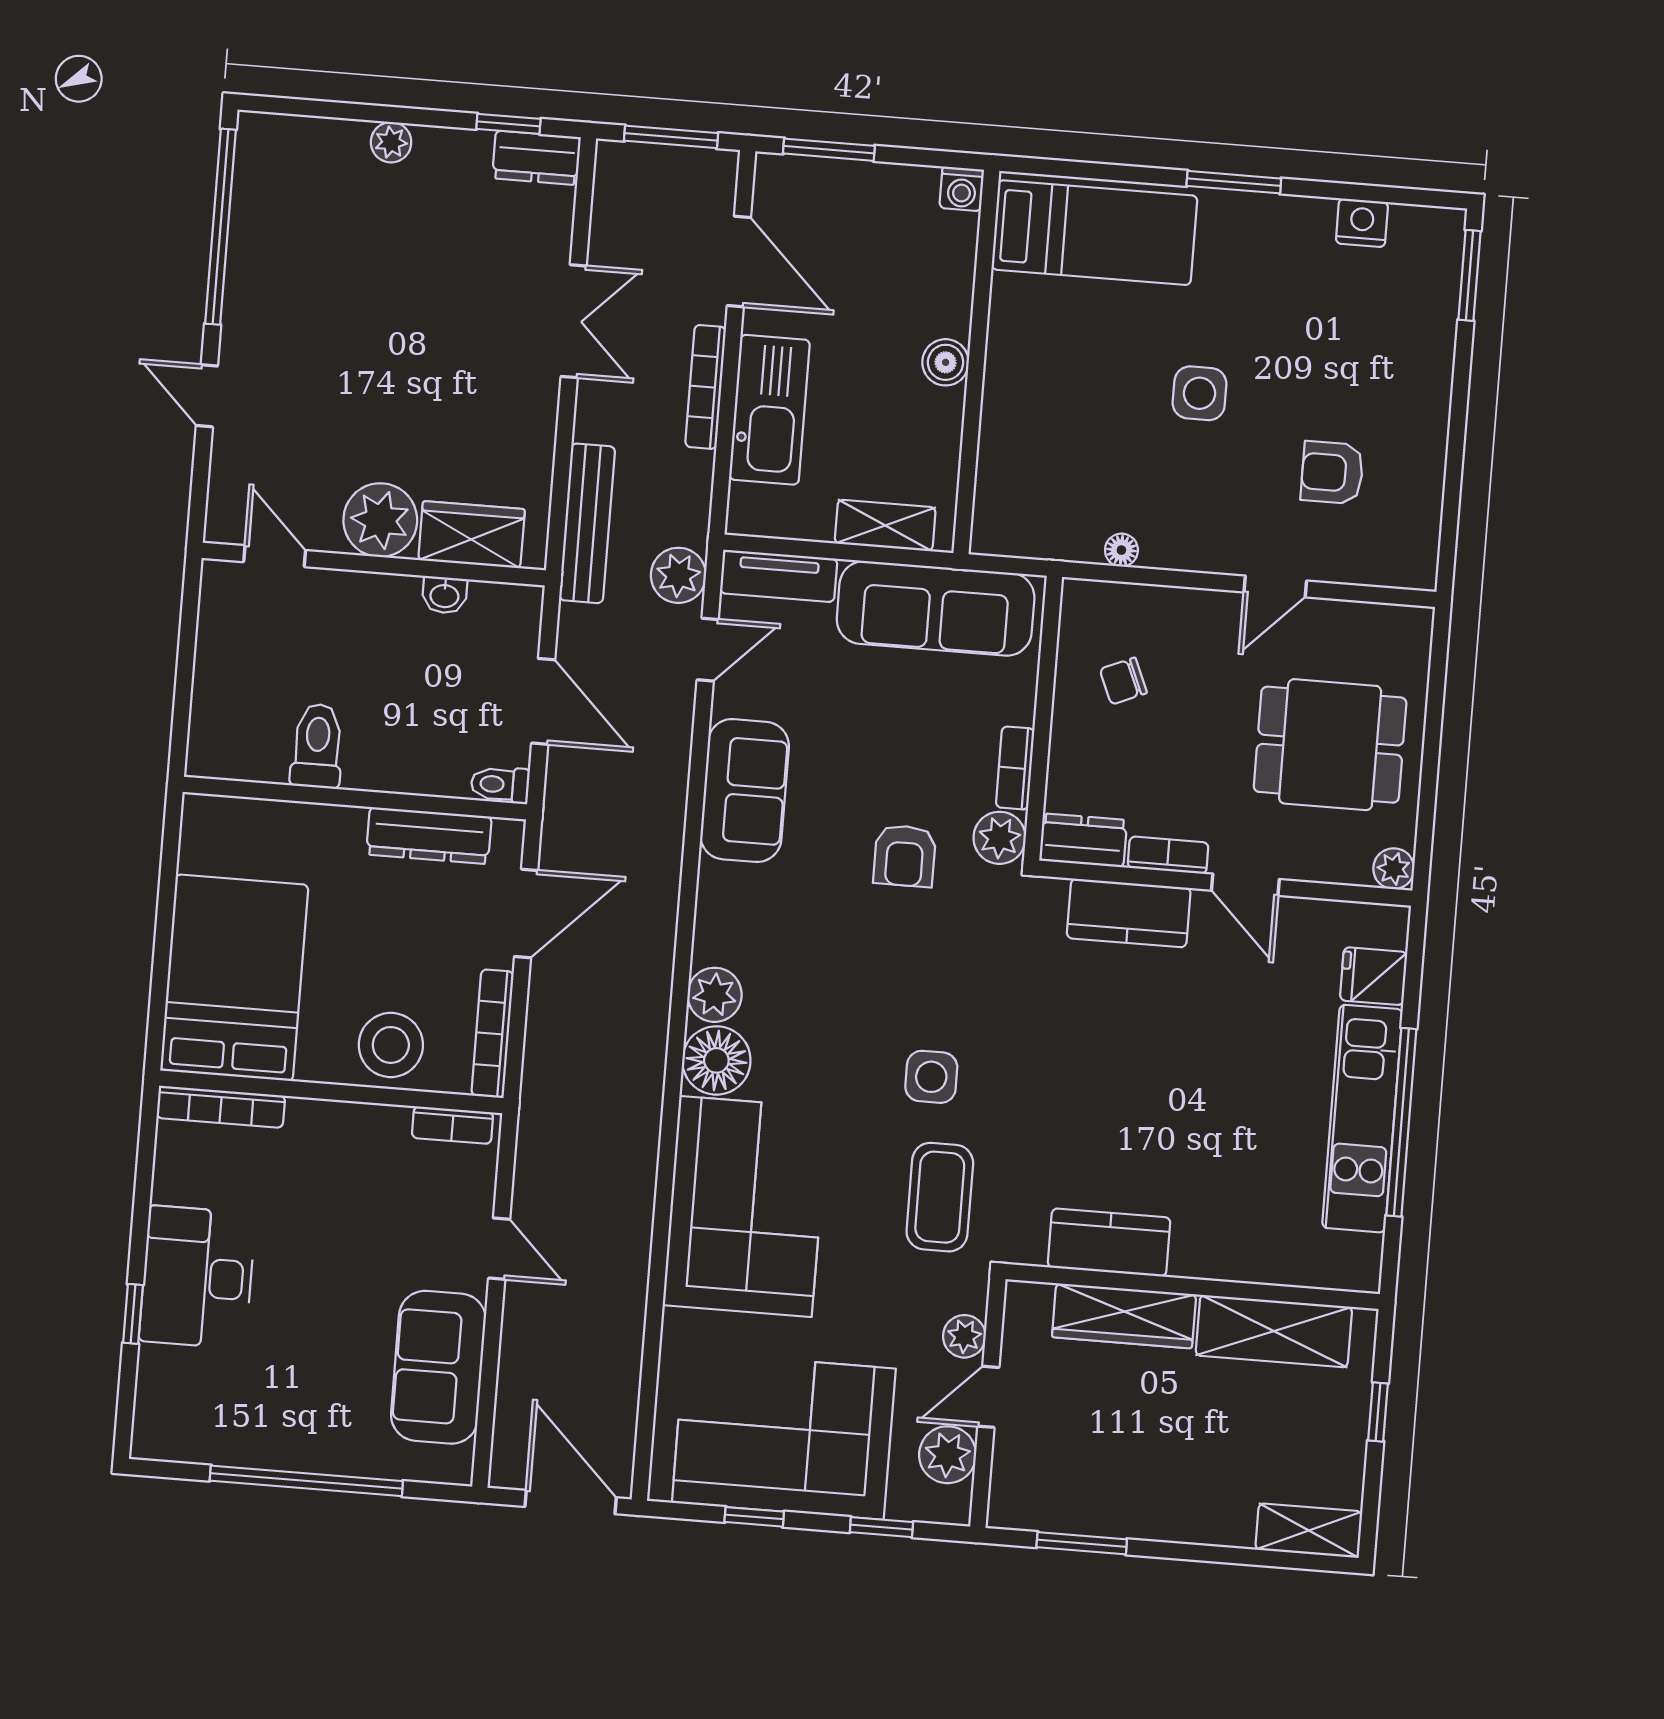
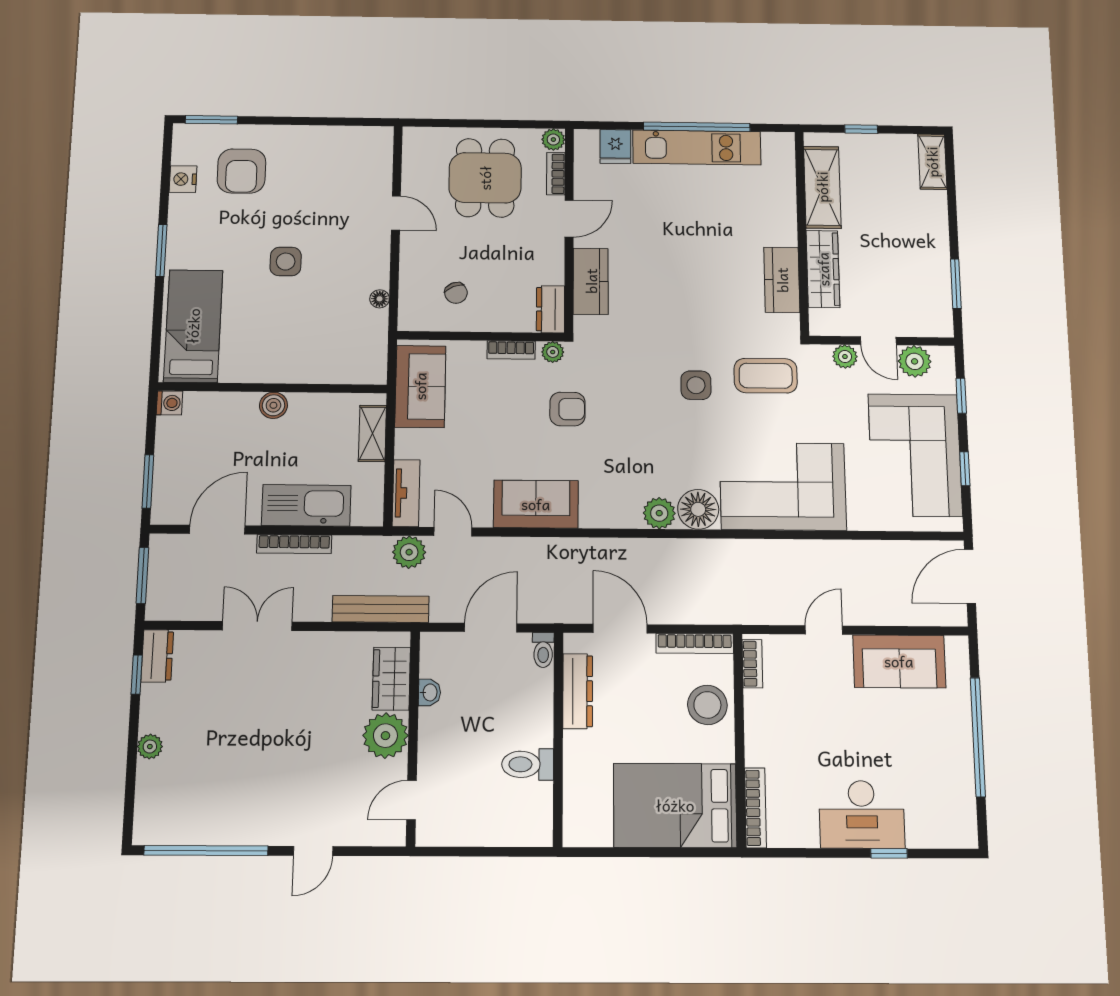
armchair: (1332, 473) -> (241, 171), moved, width x1.38, depth x1.38
sofa: (936, 608) -> (420, 386), width x0.73
plant: (1000, 838) -> (553, 352), width x0.73, depth x0.73
bookcase: (1168, 855) -> (556, 174), moved

